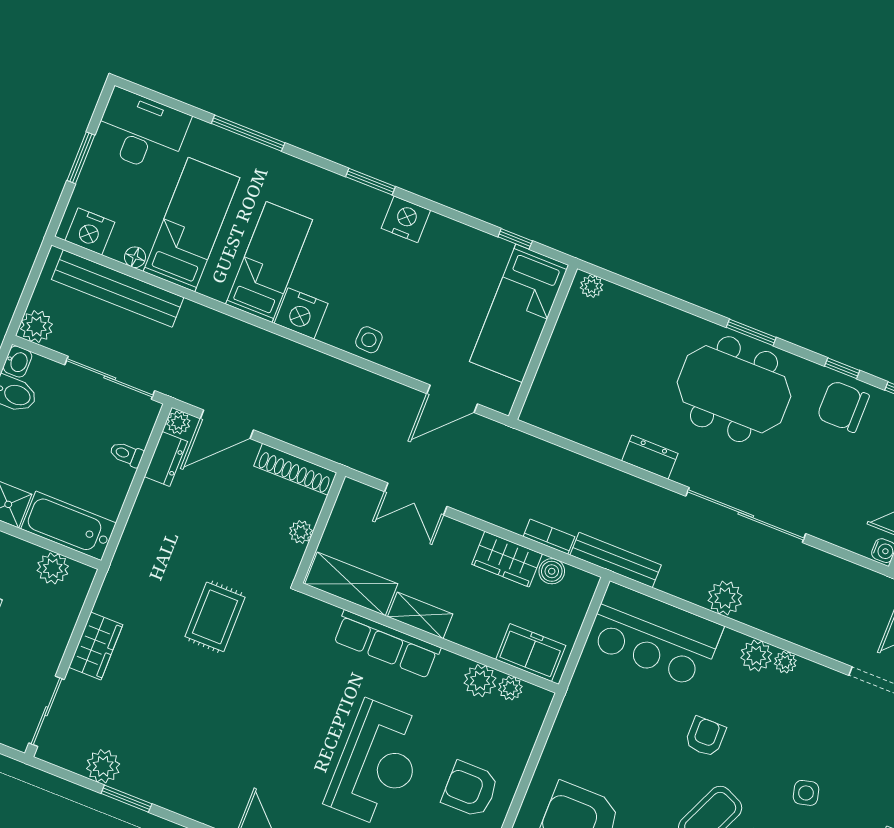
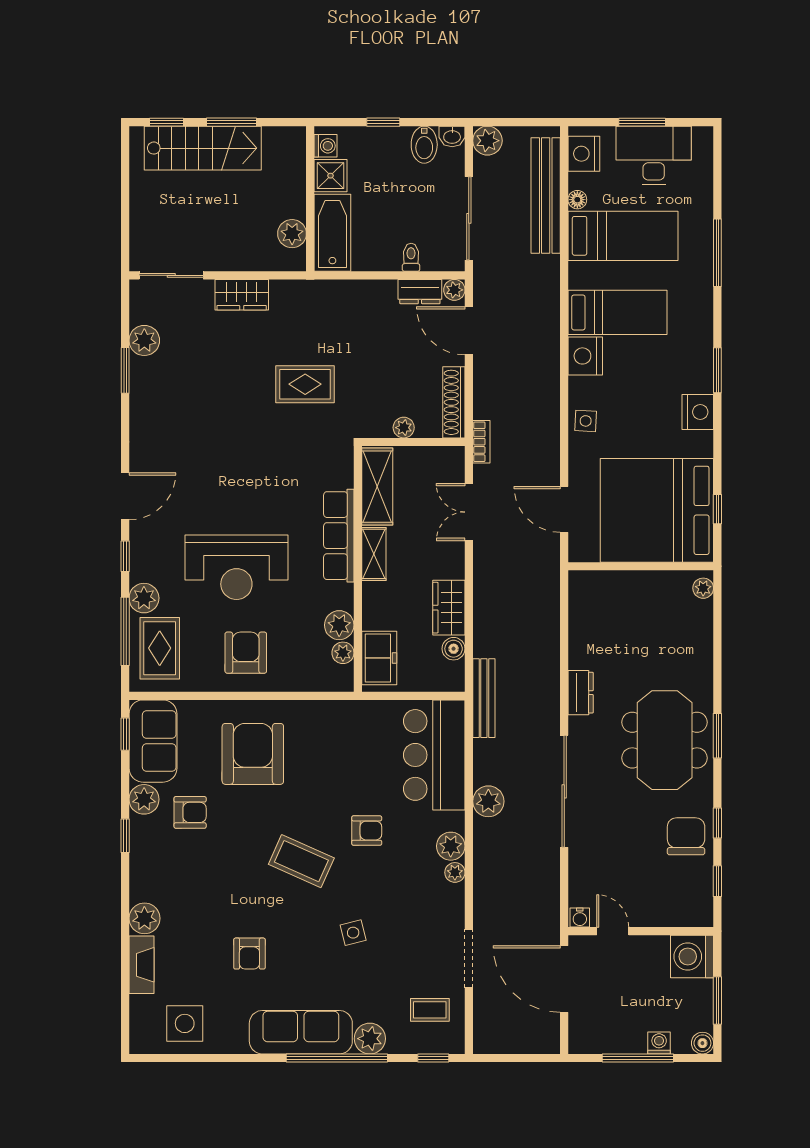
desk: (141, 131) -> (654, 155), moved, turned -90
bed: (519, 313) -> (657, 510), width x2.04
bookcase: (549, 537) -> (481, 442), moved

